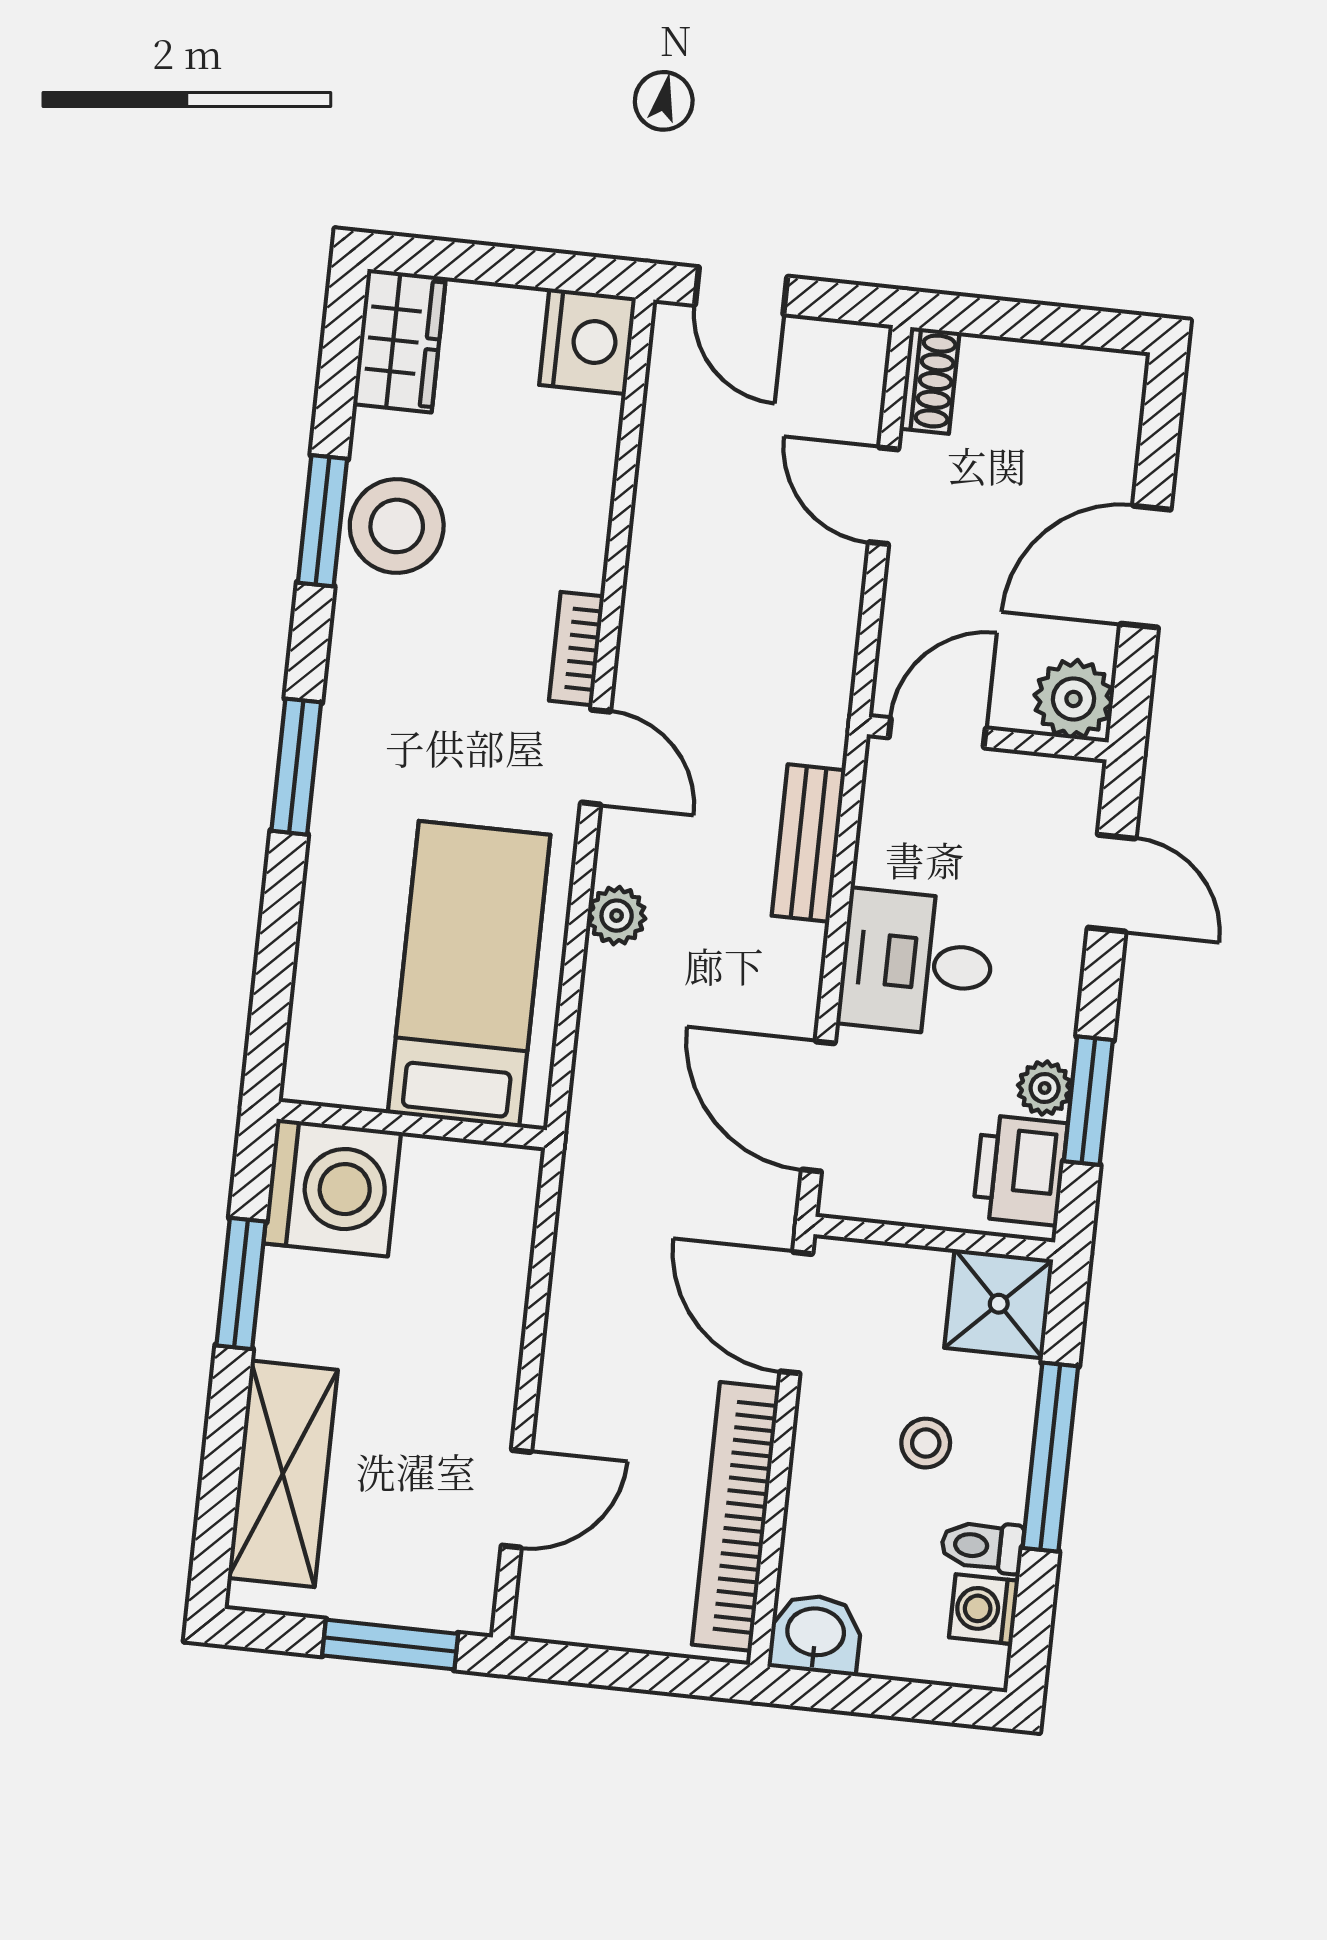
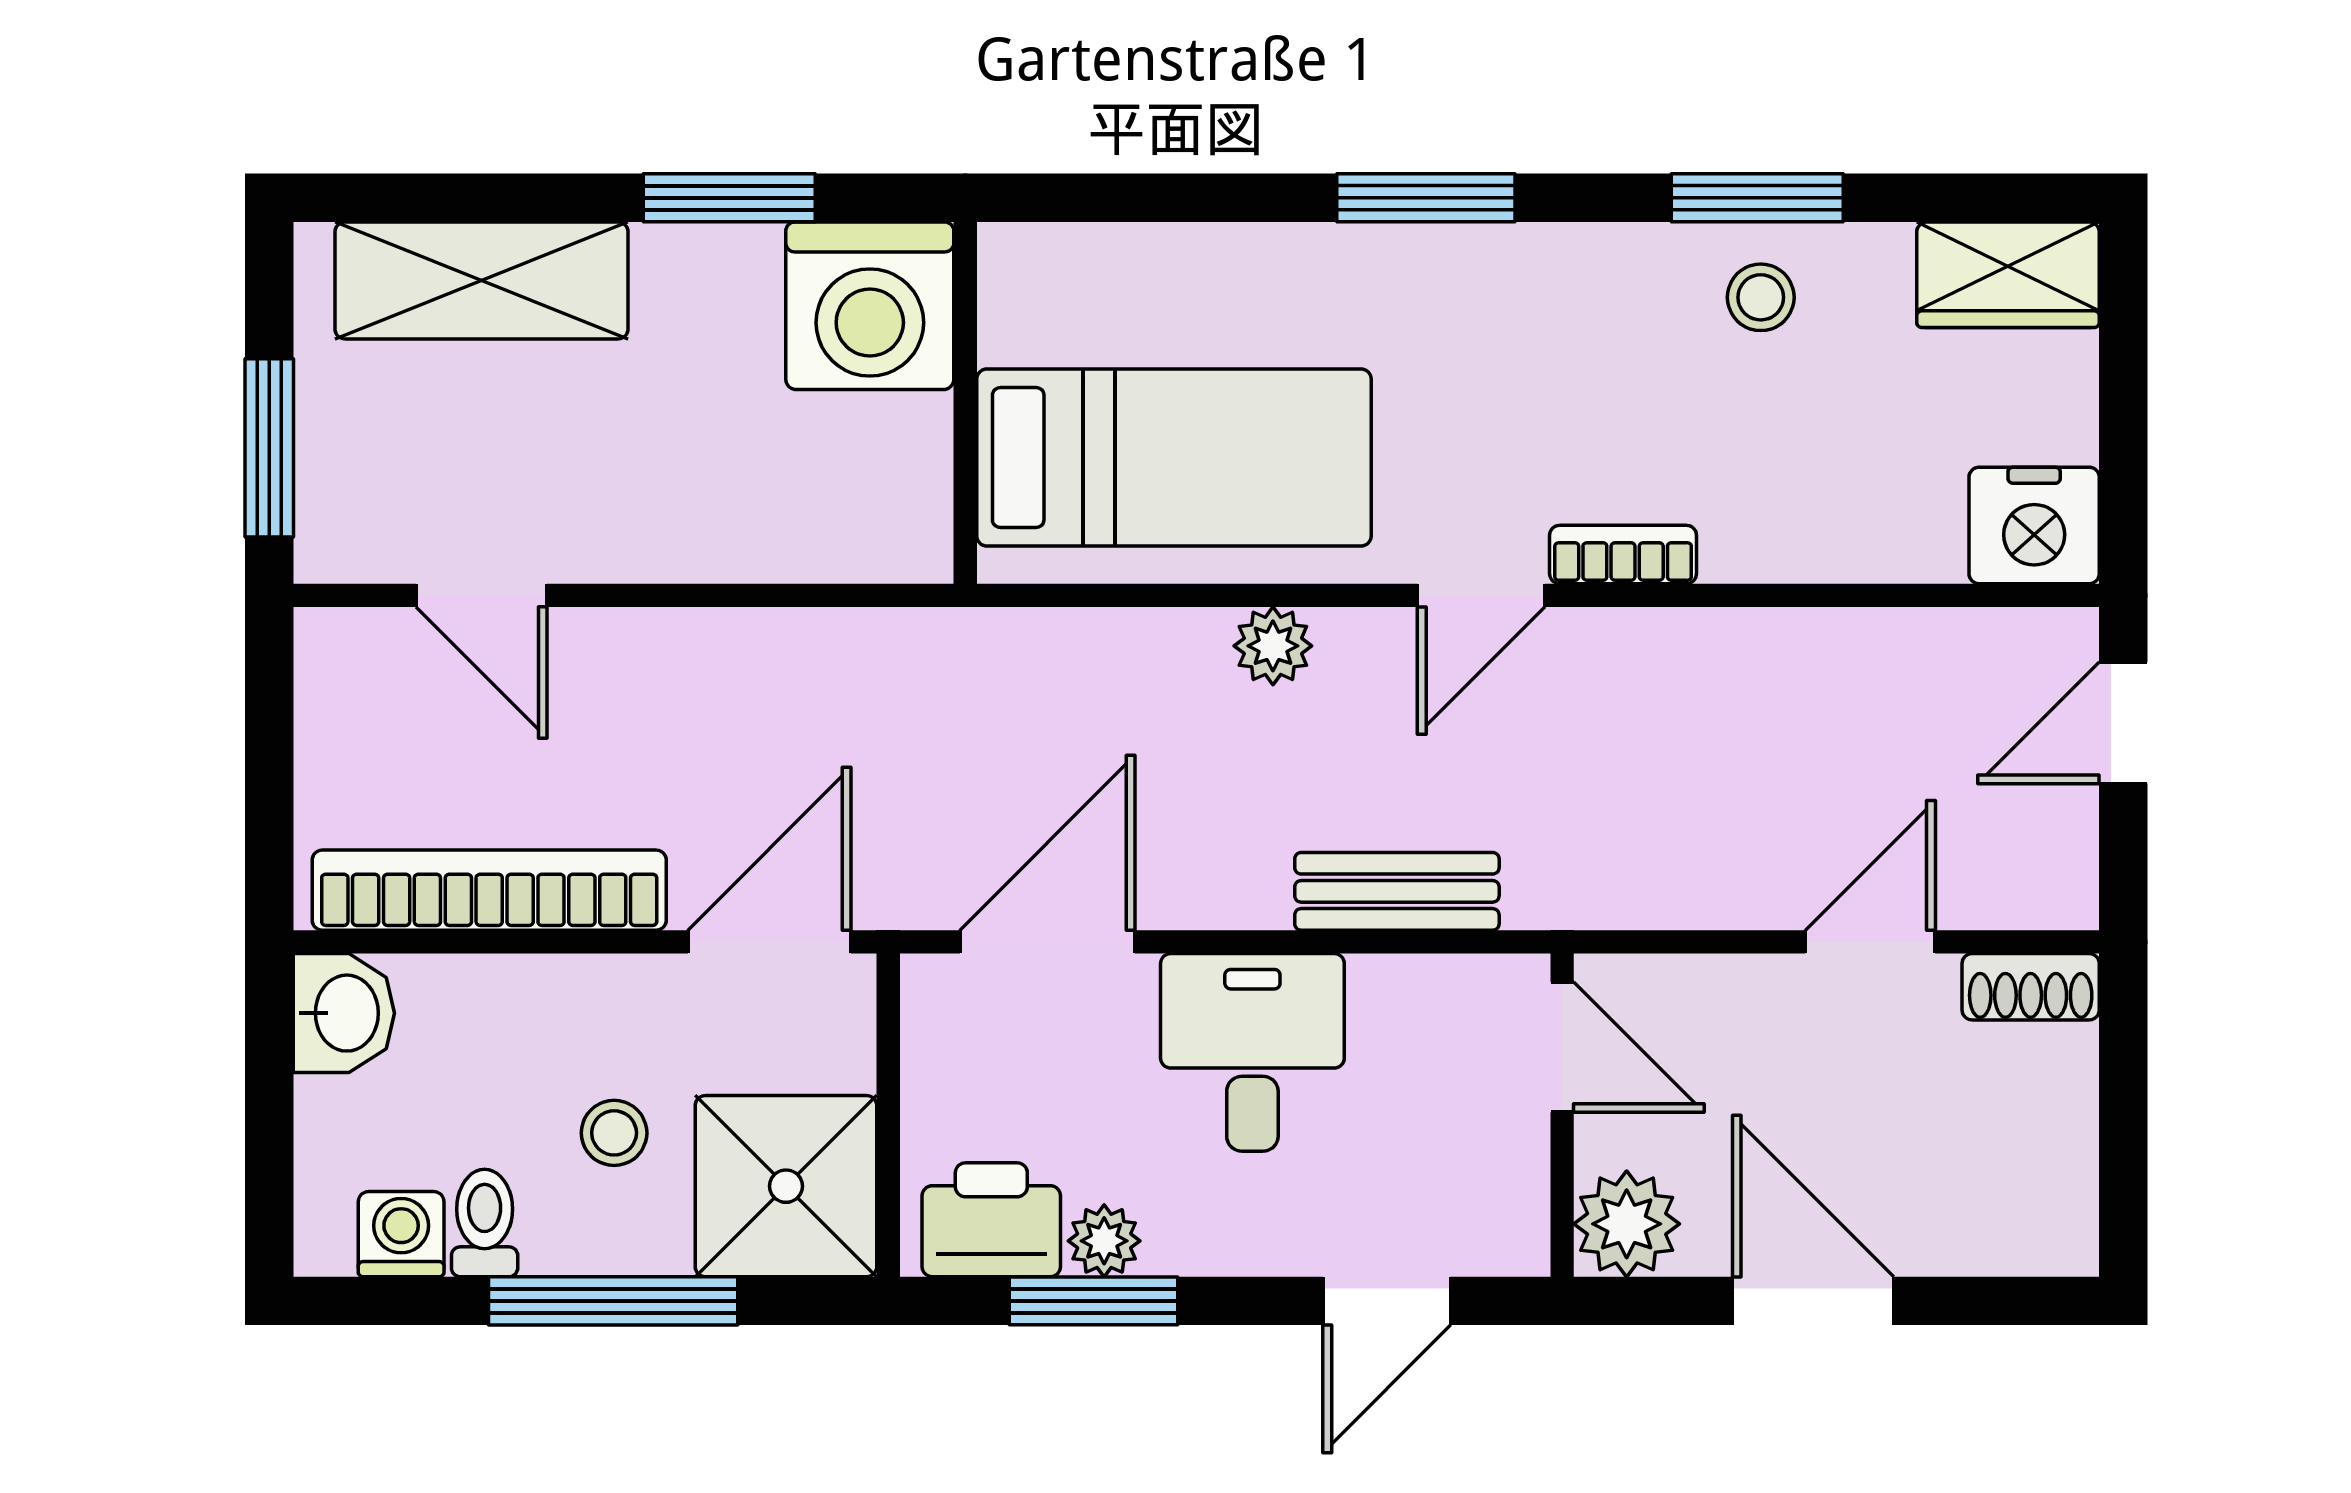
stool: (397, 526) -> (1761, 297), width x0.53, depth x0.53
shower: (999, 1304) -> (786, 1186), width x1.36, depth x1.36

